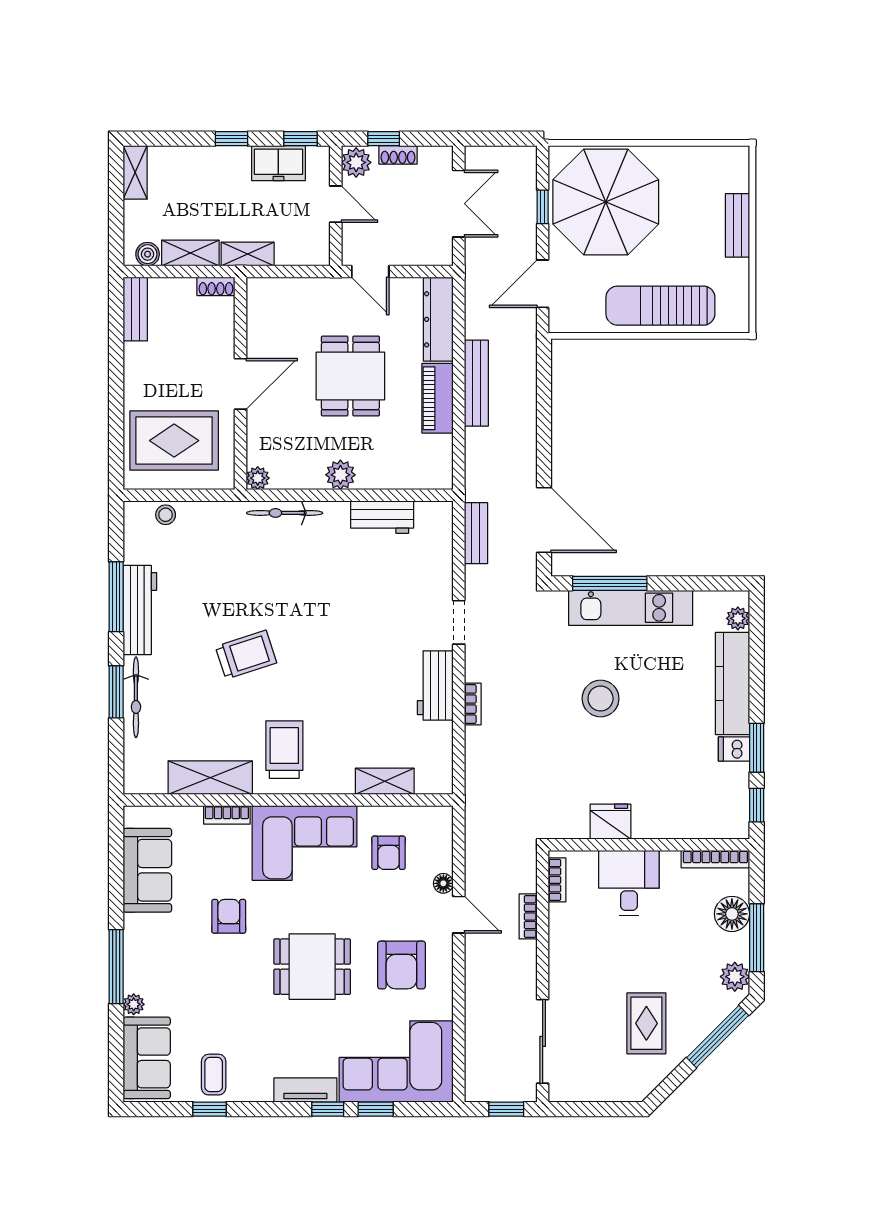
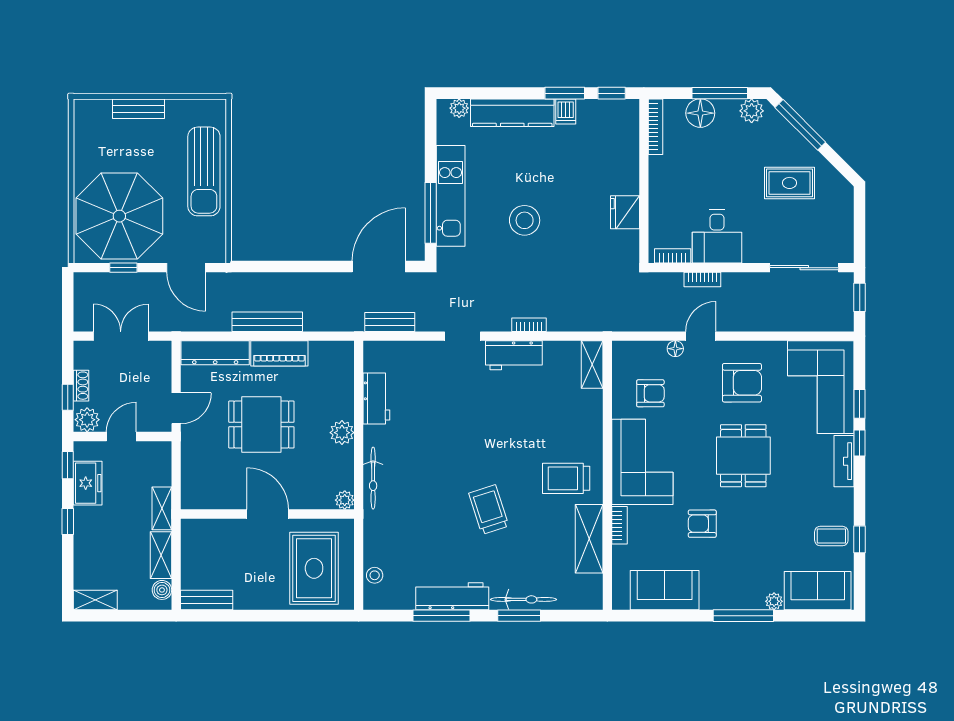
shoe rack: (216, 286) -> (188, 534), removed
shelving: (385, 781) -> (592, 365), moved
desk: (629, 883) -> (717, 236), moved, turned -90

